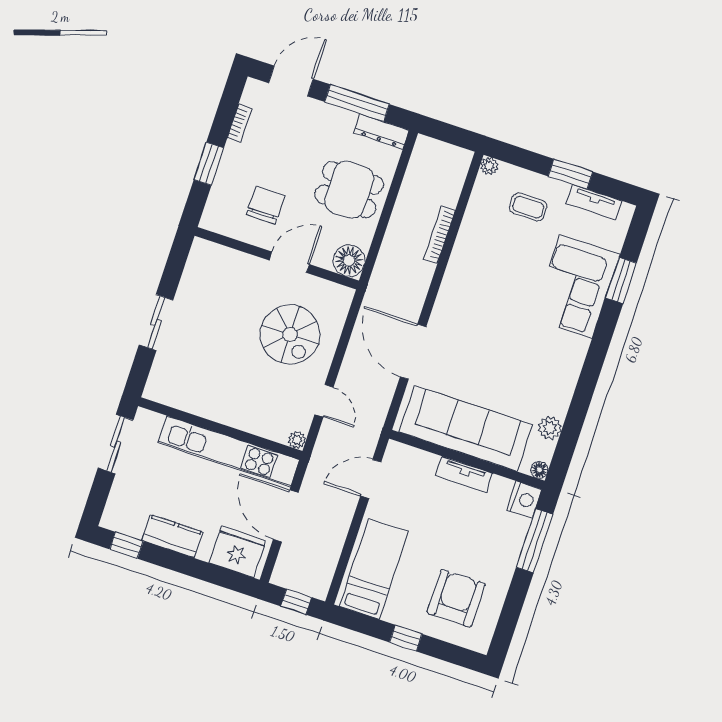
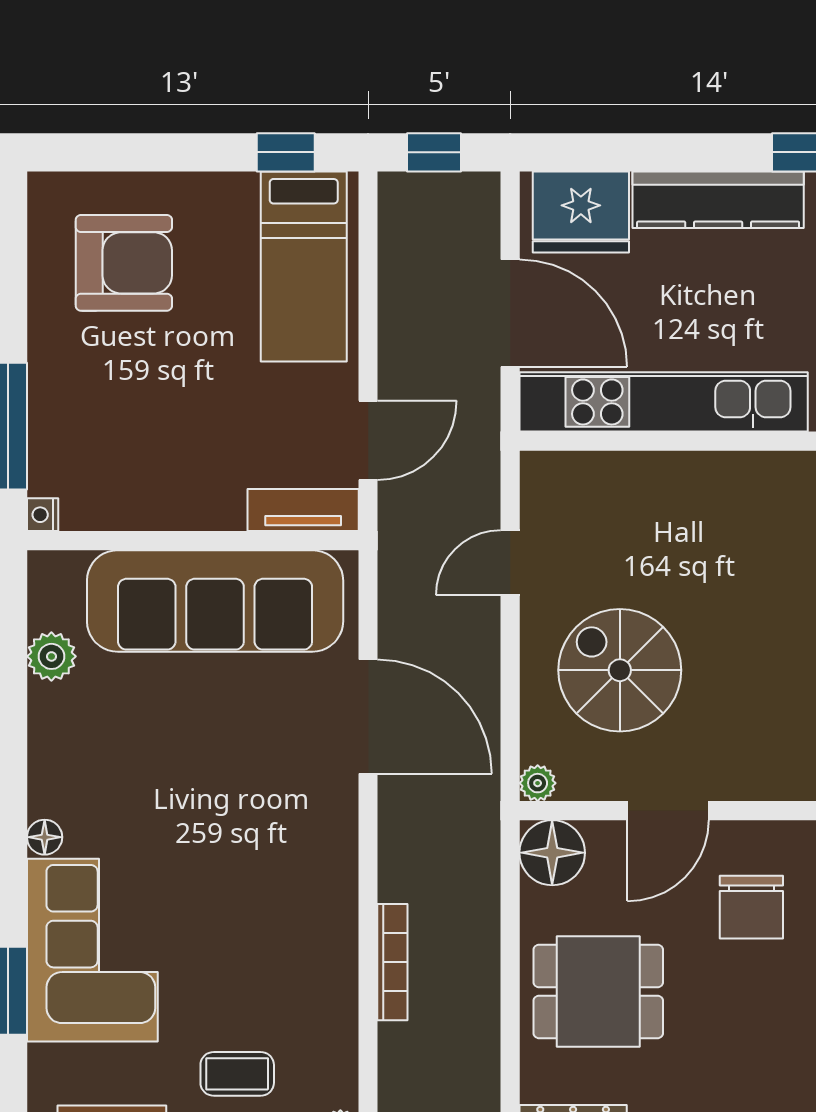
door: (324, 401) -> (510, 563), hinge flipped
plant: (297, 440) -> (538, 783), moved
floor lamp: (539, 470) -> (45, 837), moved
tv unit: (464, 474) -> (303, 510), moved
nightstand: (524, 500) -> (43, 515), width x0.53, depth x0.56
kitchen counter: (172, 536) -> (718, 200), width x1.50
armchair: (456, 598) -> (124, 263), turned -90
window: (406, 638) -> (286, 152), moved

